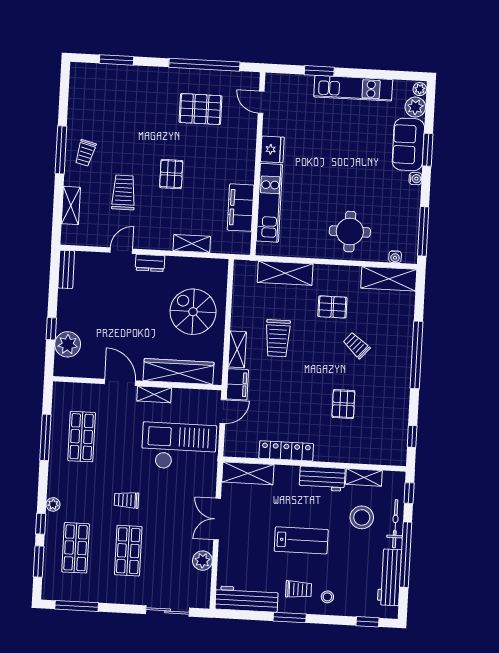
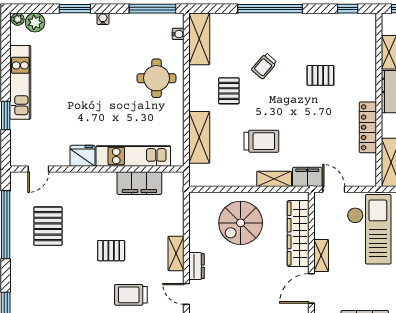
sofa: (408, 144) -> (71, 27), removed
shelving: (192, 244) -> (176, 253), moved
checkout: (179, 446) -> (369, 229), turned 180

